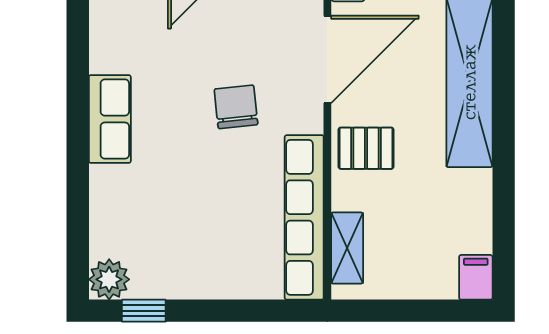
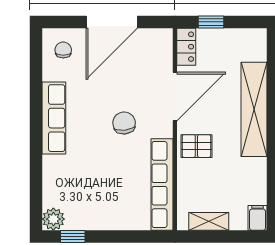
row of seats: (110, 119) -> (54, 118), width x1.48
shelving: (347, 248) -> (209, 221), moved, turned 90

